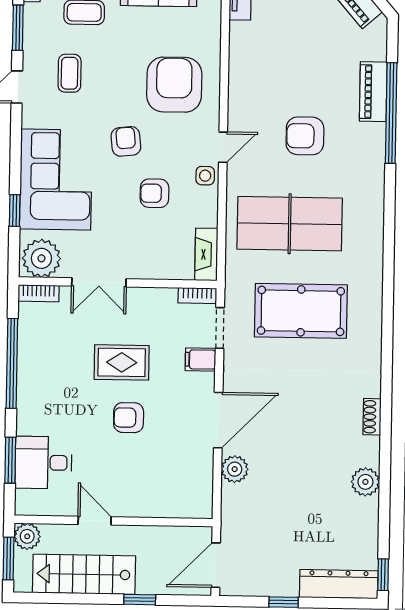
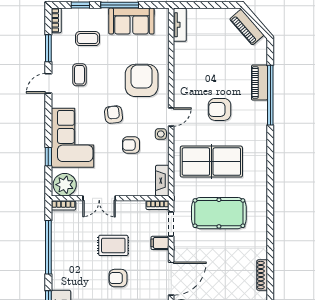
shoe rack: (372, 417) -> (262, 275), width x1.43

